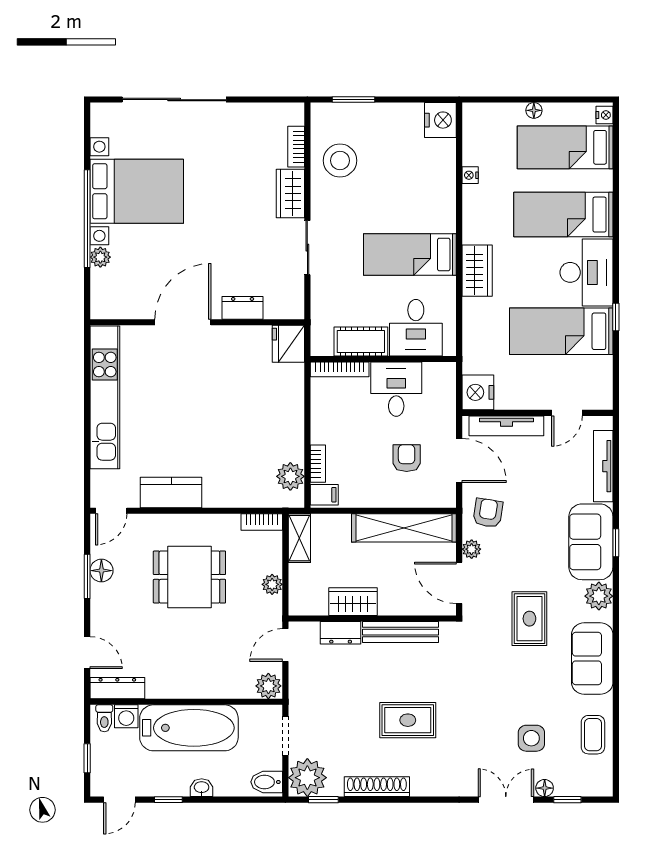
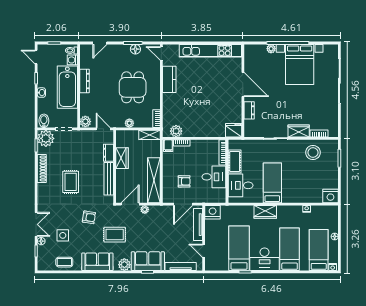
armchair: (488, 513) -> (89, 217), moved
dresser: (117, 688) -> (85, 81), moved

